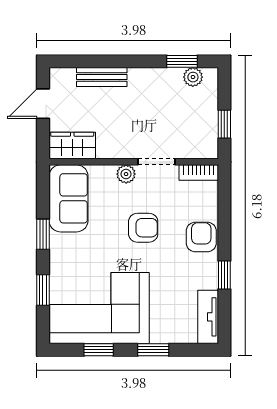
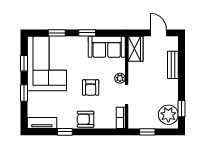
plant: (193, 77) -> (168, 115), width x1.88, depth x1.88
armchair: (201, 237) -> (86, 119), turned 180

